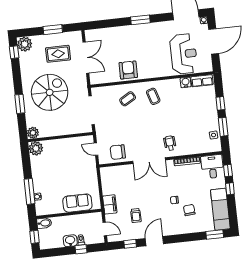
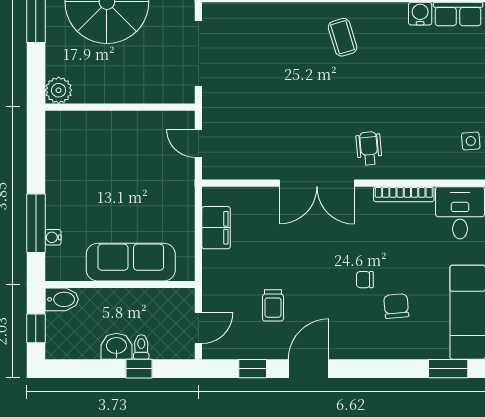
coffee table: (128, 99) -> (283, 37), removed
plant: (36, 148) -> (61, 127), removed
chair: (118, 152) -> (248, 156), removed
sofa: (77, 203) -> (131, 262), width x1.36
filing cabinet: (110, 204) -> (216, 228), moved
door: (105, 229) -> (198, 328), hinge flipped

